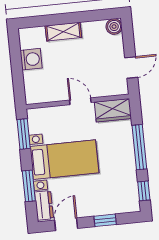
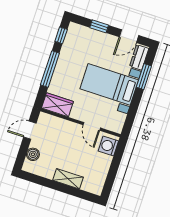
boiler: (114, 27) -> (33, 154), moved
washing machine: (31, 59) -> (108, 146), moved
door: (80, 101) -> (92, 126), moved
window: (24, 134) -> (131, 117), removed

